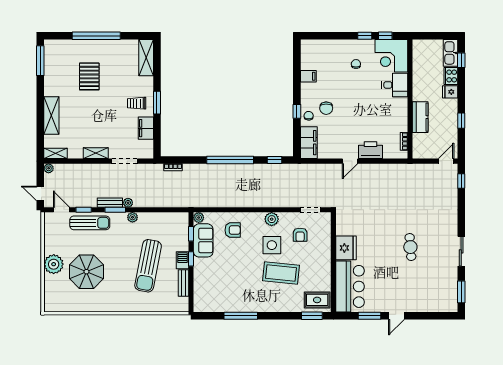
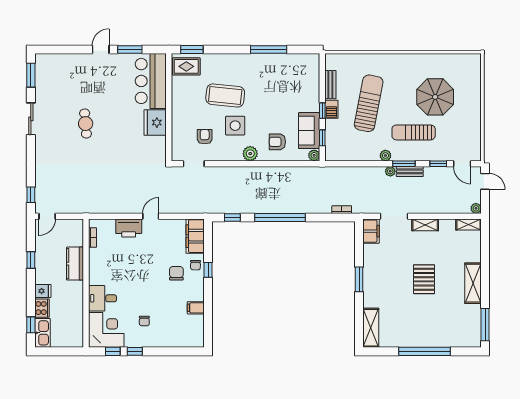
pallet: (89, 76) -> (424, 279), moved
trolley: (137, 103) -> (381, 279), removed
shelving: (51, 115) -> (473, 283), moved
filing cabinet: (146, 128) -> (371, 231), moved
plant: (272, 219) -> (250, 154), moved
sun lounger: (90, 223) -> (414, 132), moved
plant: (54, 264) -> (471, 105), removed

